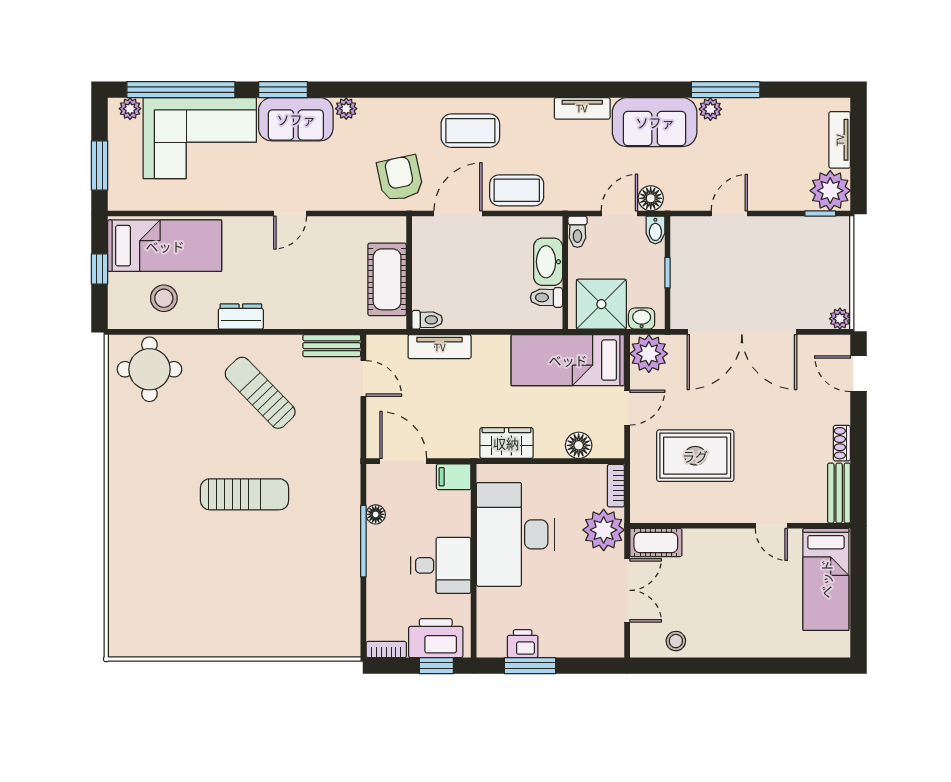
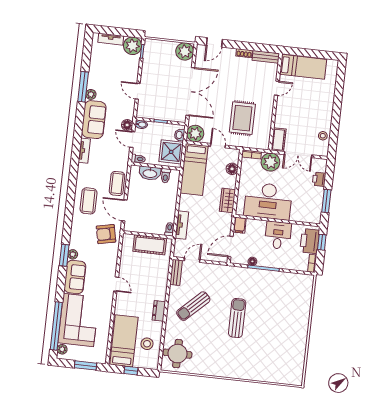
window: (283, 90) -> (64, 255), moved
plant: (840, 319) -> (185, 51), width x1.88, depth x1.88
double door: (627, 590) -> (298, 155), swing flipped
printer: (523, 644) -> (319, 179), moved

